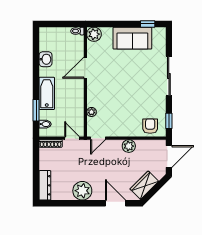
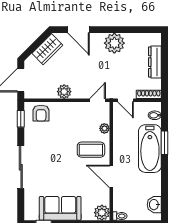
washbasin: (46, 59) -> (154, 205), moved
door: (85, 68) -> (111, 176), swing flipped
coffee table: (104, 92) -> (91, 150), added
bathtub: (47, 93) -> (150, 149), width x1.36, depth x1.36
window: (36, 110) -> (165, 143), moved
dresser: (45, 185) -> (155, 62), moved

